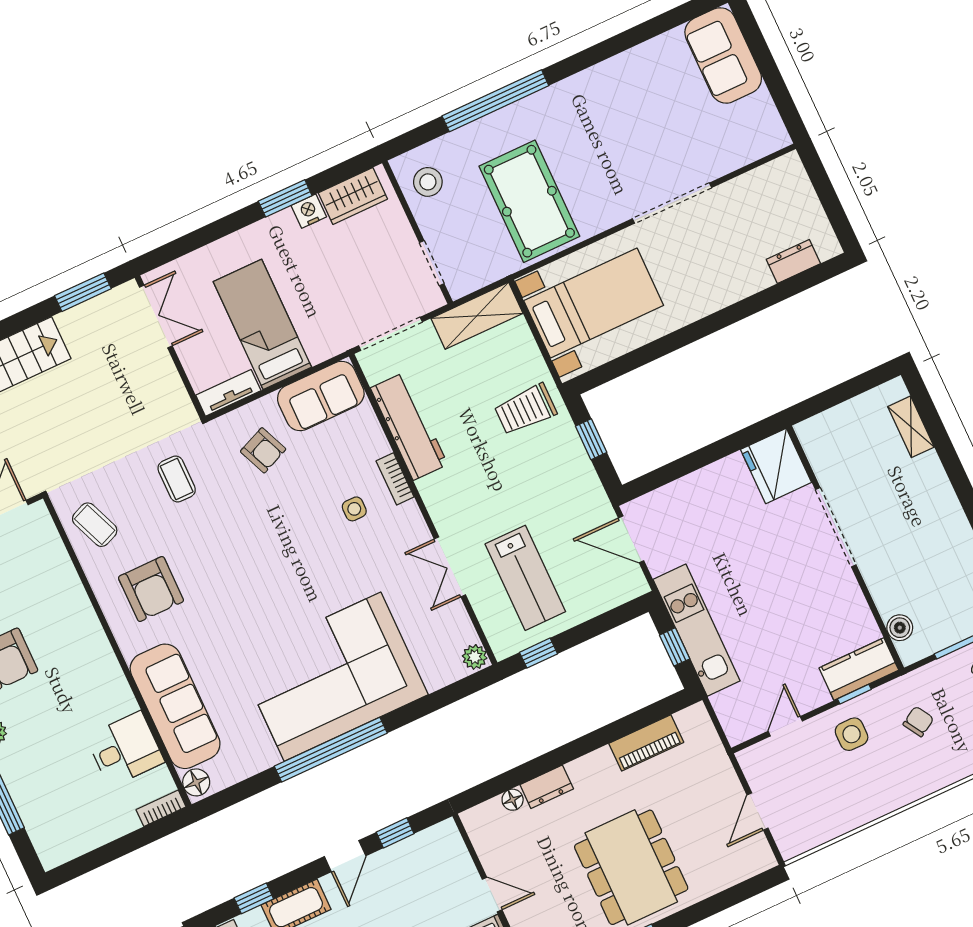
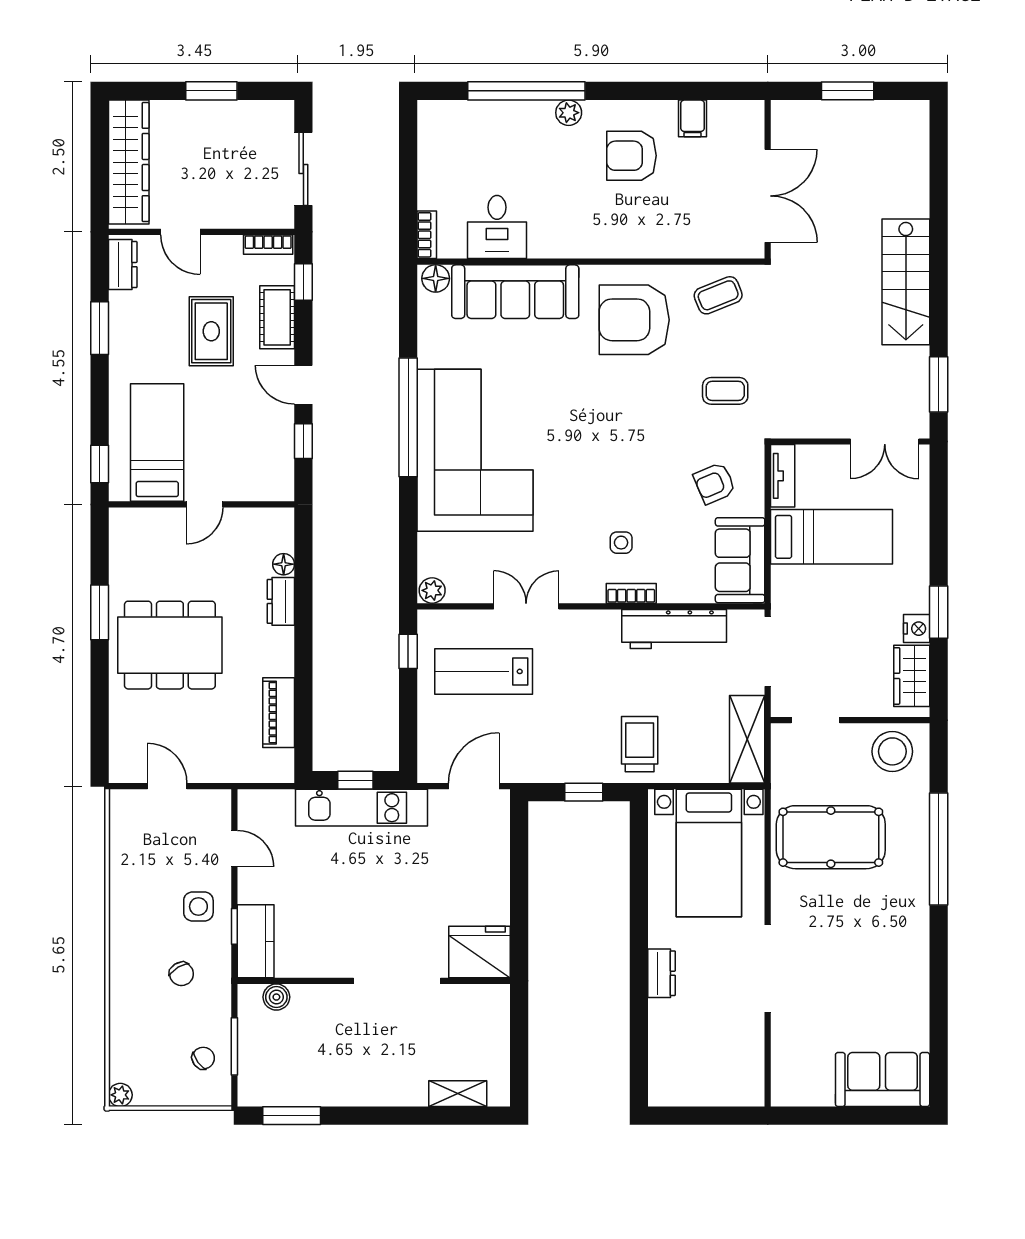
stool: (428, 182) -> (892, 751), width x1.38, depth x1.38
dresser: (793, 261) -> (662, 973), moved
armchair: (151, 589) -> (634, 320), width x1.36, depth x1.36

